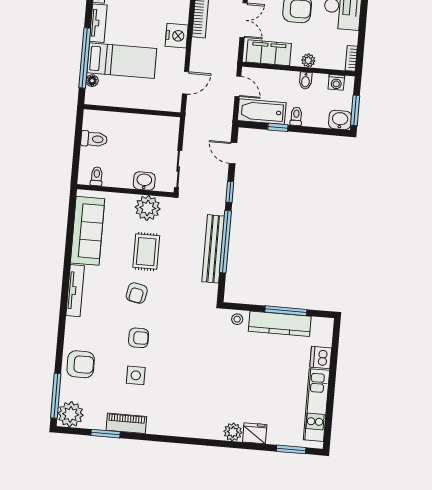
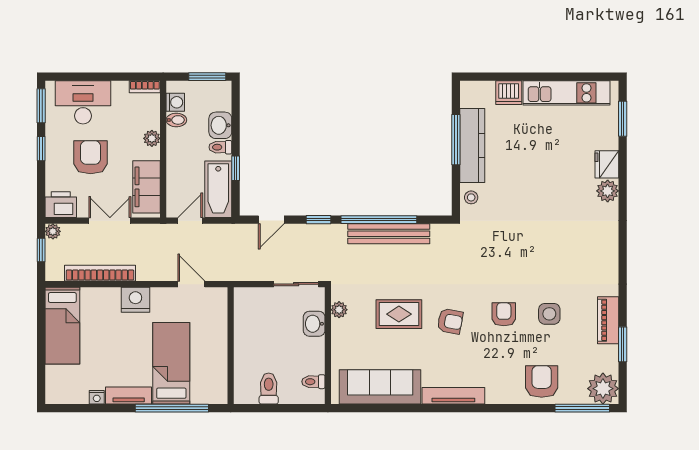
floor lamp: (92, 81) -> (199, 397), removed
bidet: (306, 81) -> (176, 120), moved
washbasin: (340, 120) -> (220, 125), moved
plant: (148, 208) -> (339, 310), width x0.53, depth x0.53

